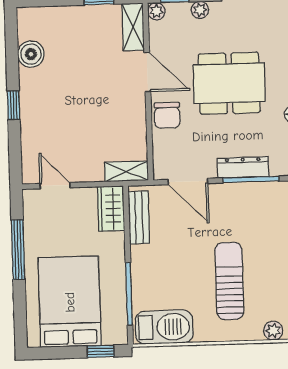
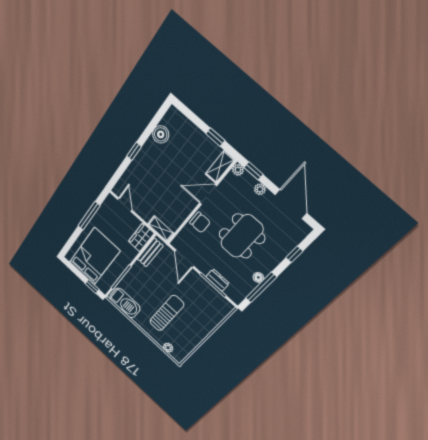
door: (147, 72) -> (208, 194), swing flipped
dining table: (229, 83) -> (242, 236), turned 90
chair: (167, 115) -> (200, 222), turned -90
dresser: (243, 167) -> (218, 280), width x0.70

